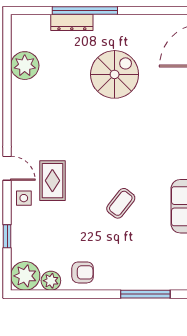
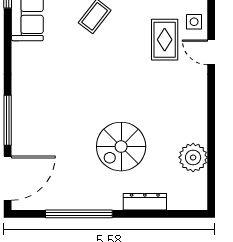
window: (85, 10) -> (79, 214), moved
spiral stairs: (115, 74) -> (121, 147), moved

